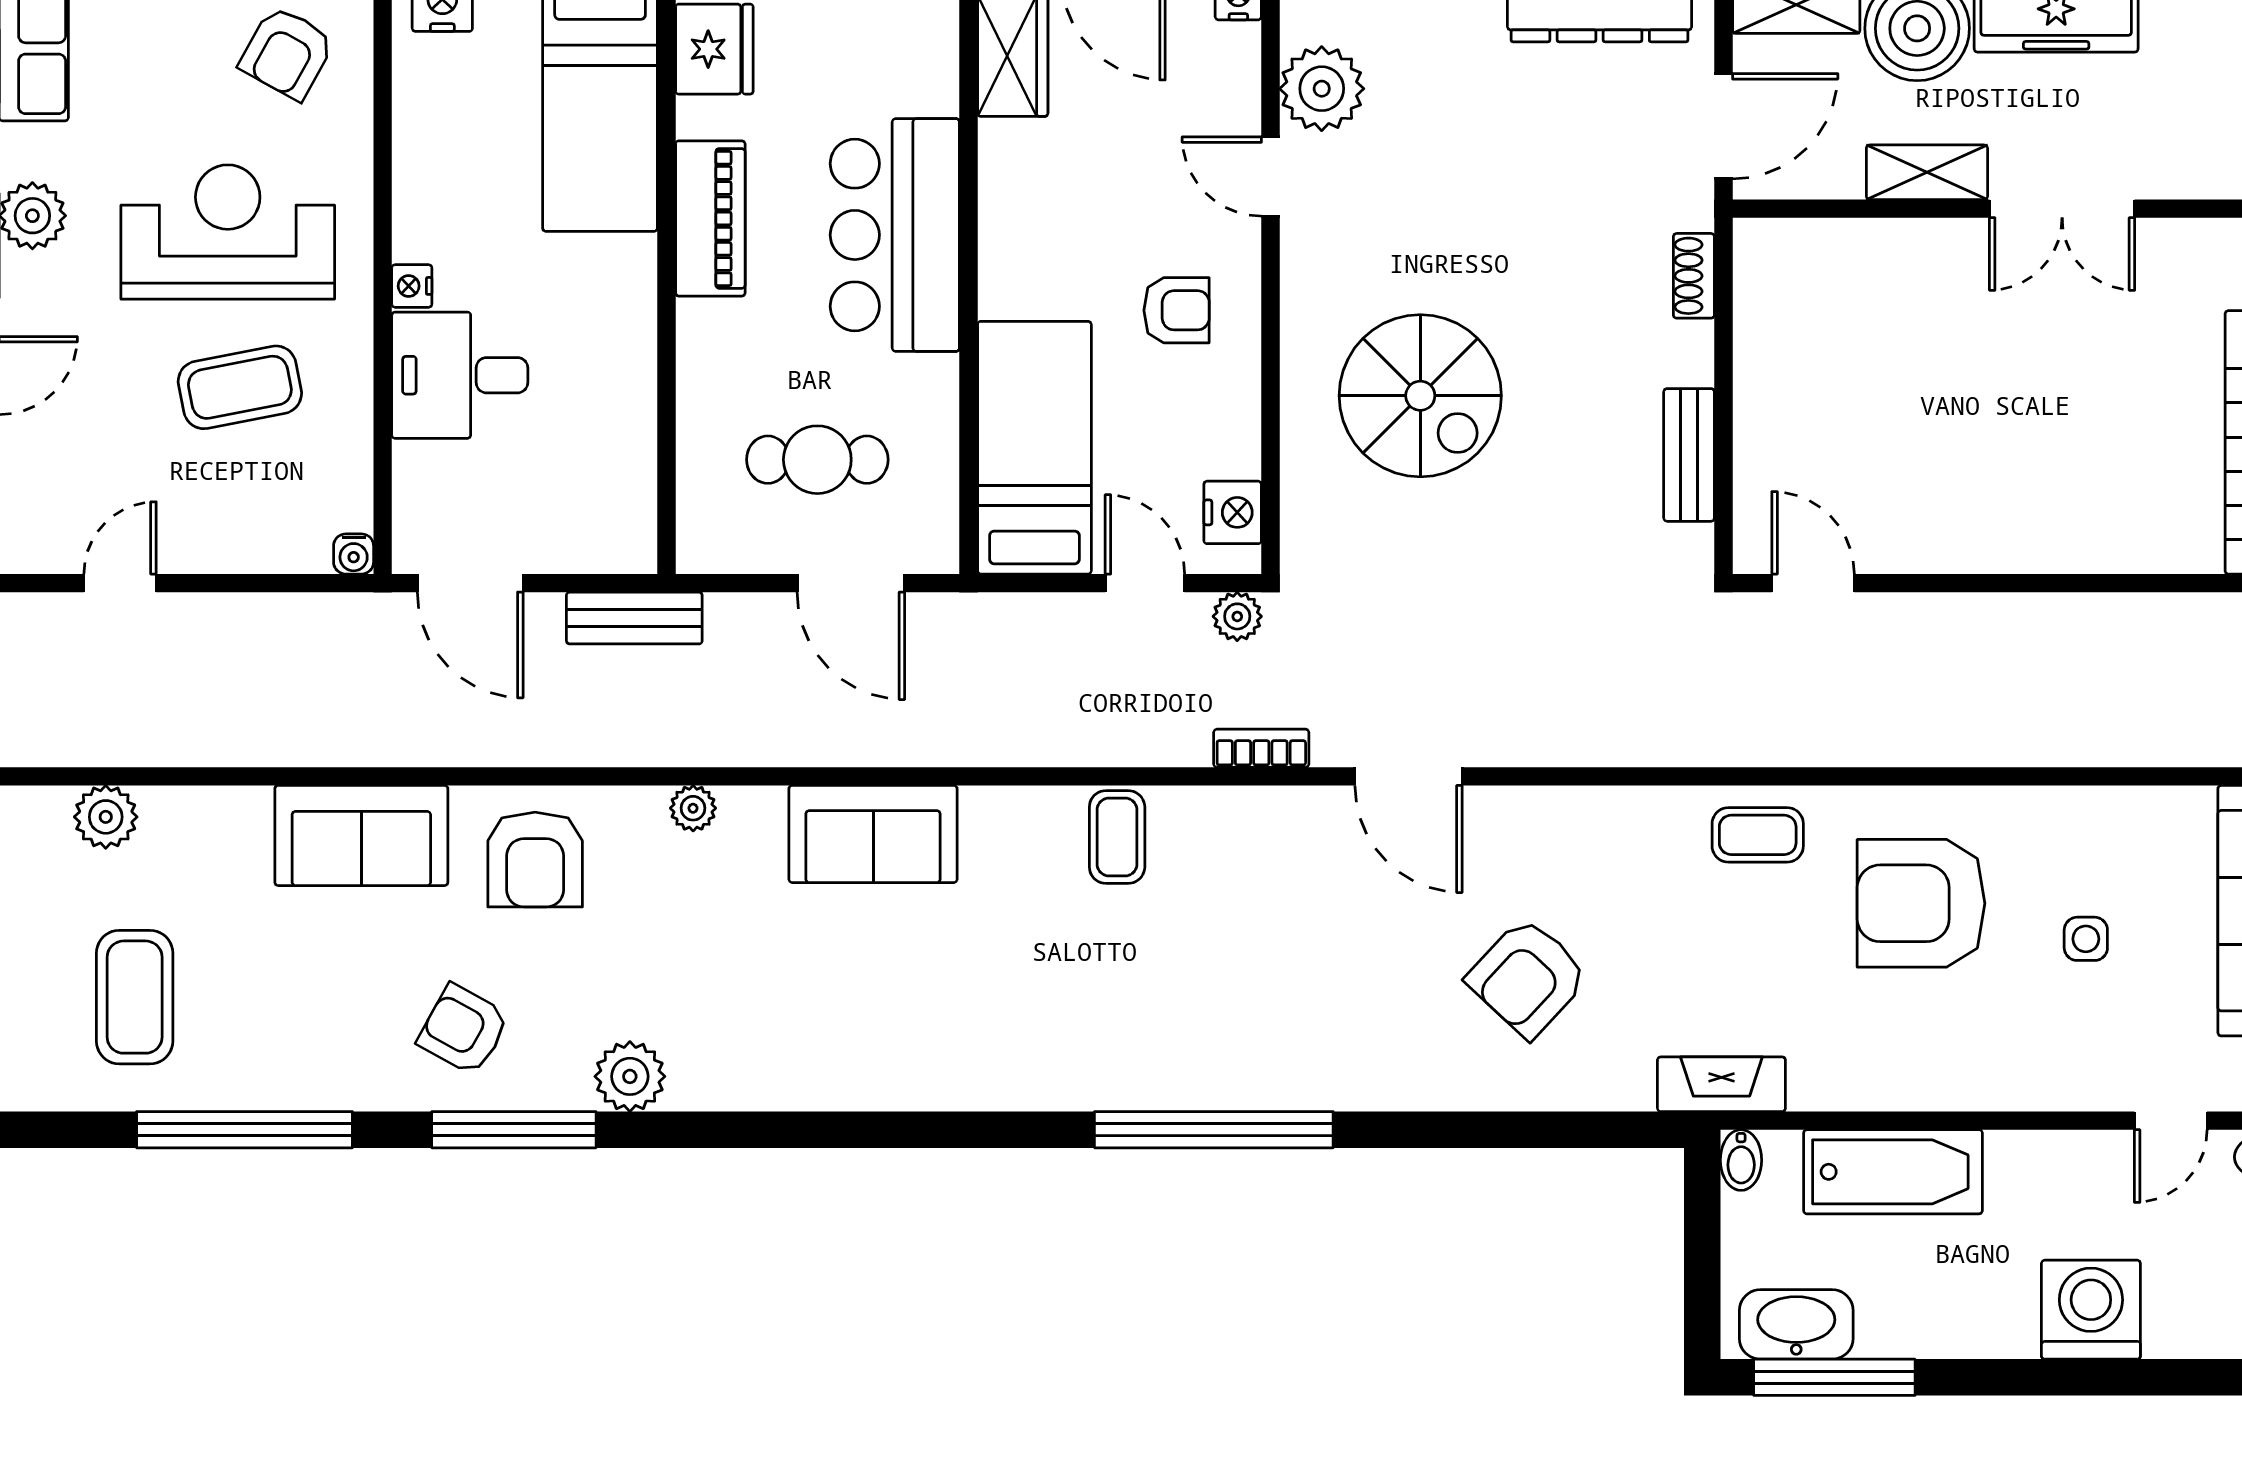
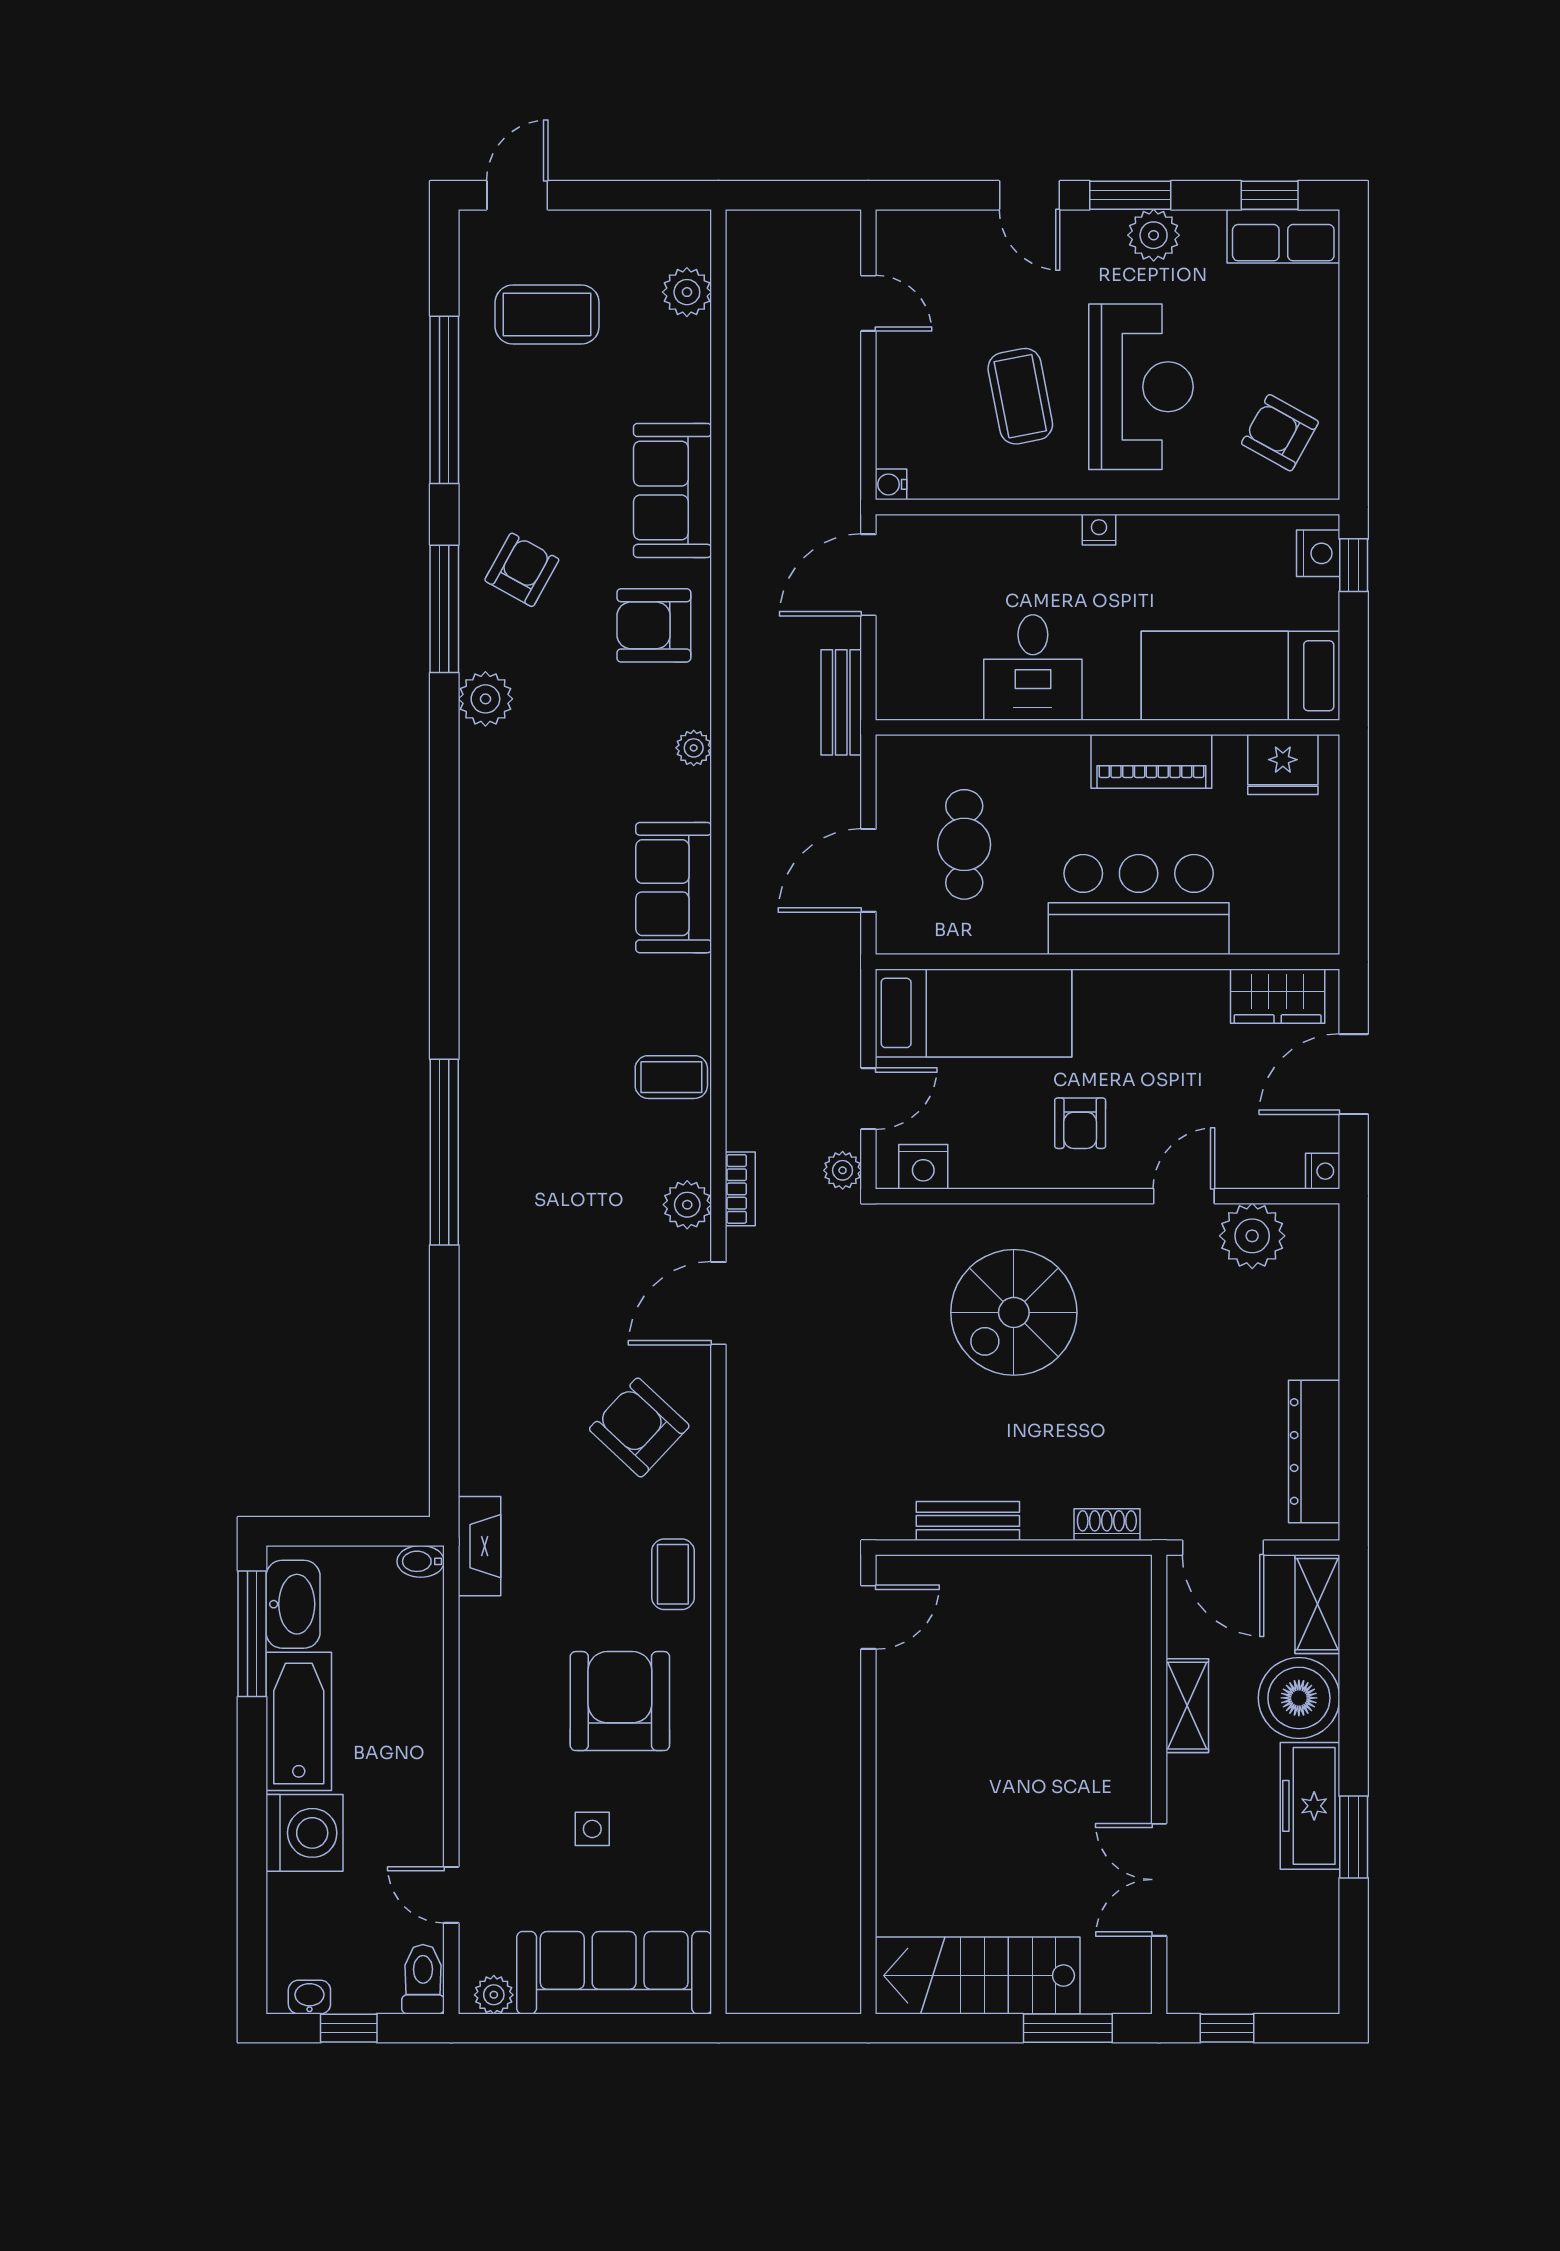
double door: (2062, 209) -> (1159, 1880), moved
desk: (460, 375) -> (1033, 667), moved, turned 180
plant: (1282, 817) -> (687, 1205), added
armchair: (1528, 978) -> (639, 1428), moved
bathtub: (1893, 1172) -> (299, 1721), moved, turned 180

